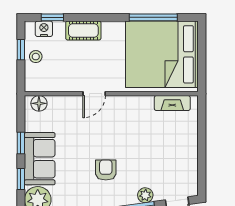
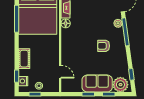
door: (94, 94) -> (60, 72), moved
floor lamp: (39, 103) -> (66, 23), moved

